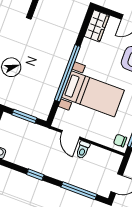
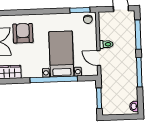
door: (71, 135) -> (99, 58), swing flipped
window: (35, 175) -> (139, 72), width x2.17

